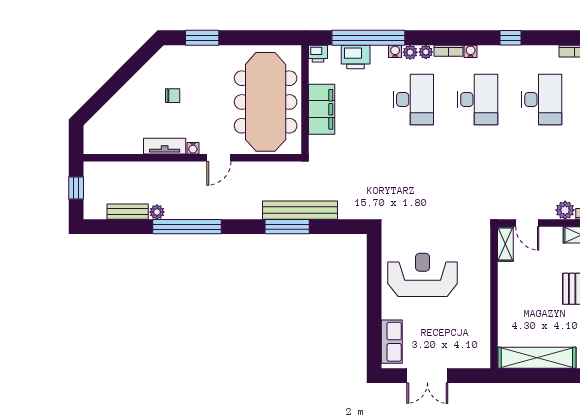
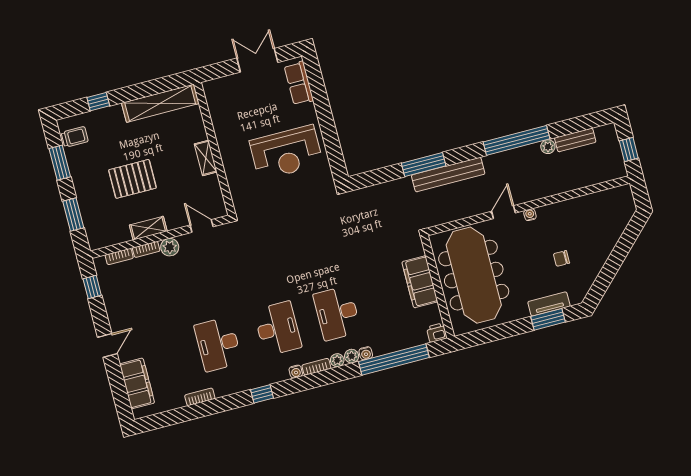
printer: (356, 57) -> (401, 339), removed
desk: (478, 100) -> (278, 329), turned 180
tv unit: (165, 146) -> (549, 304), moved, turned 180
bench: (300, 210) -> (448, 175), moved
shelving: (505, 244) -> (206, 158), moved

